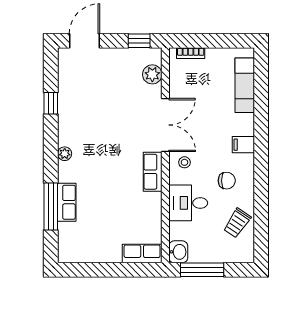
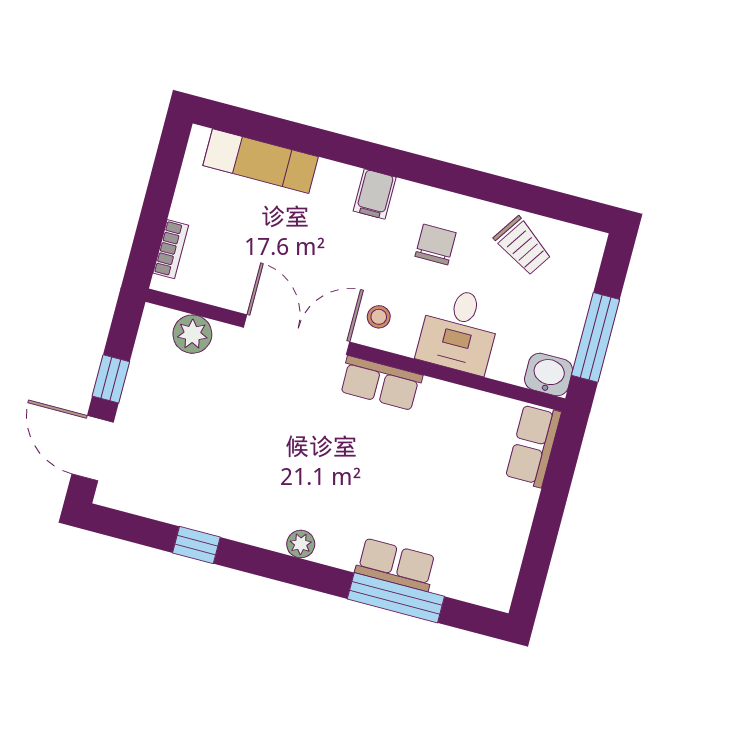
window: (139, 41) -> (111, 379), moved

